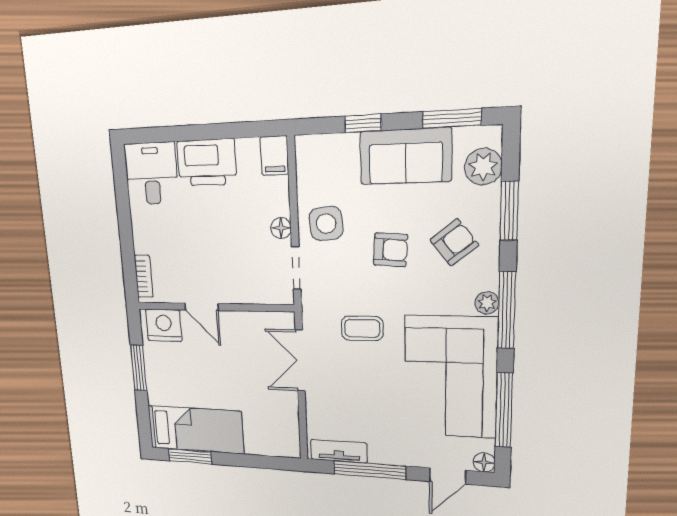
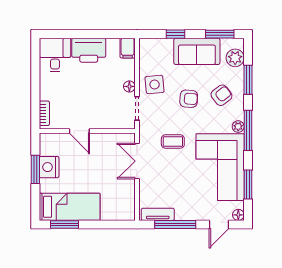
nightstand: (164, 325) -> (49, 167), moved, turned -90
window: (504, 410) -> (248, 184), width x0.69

